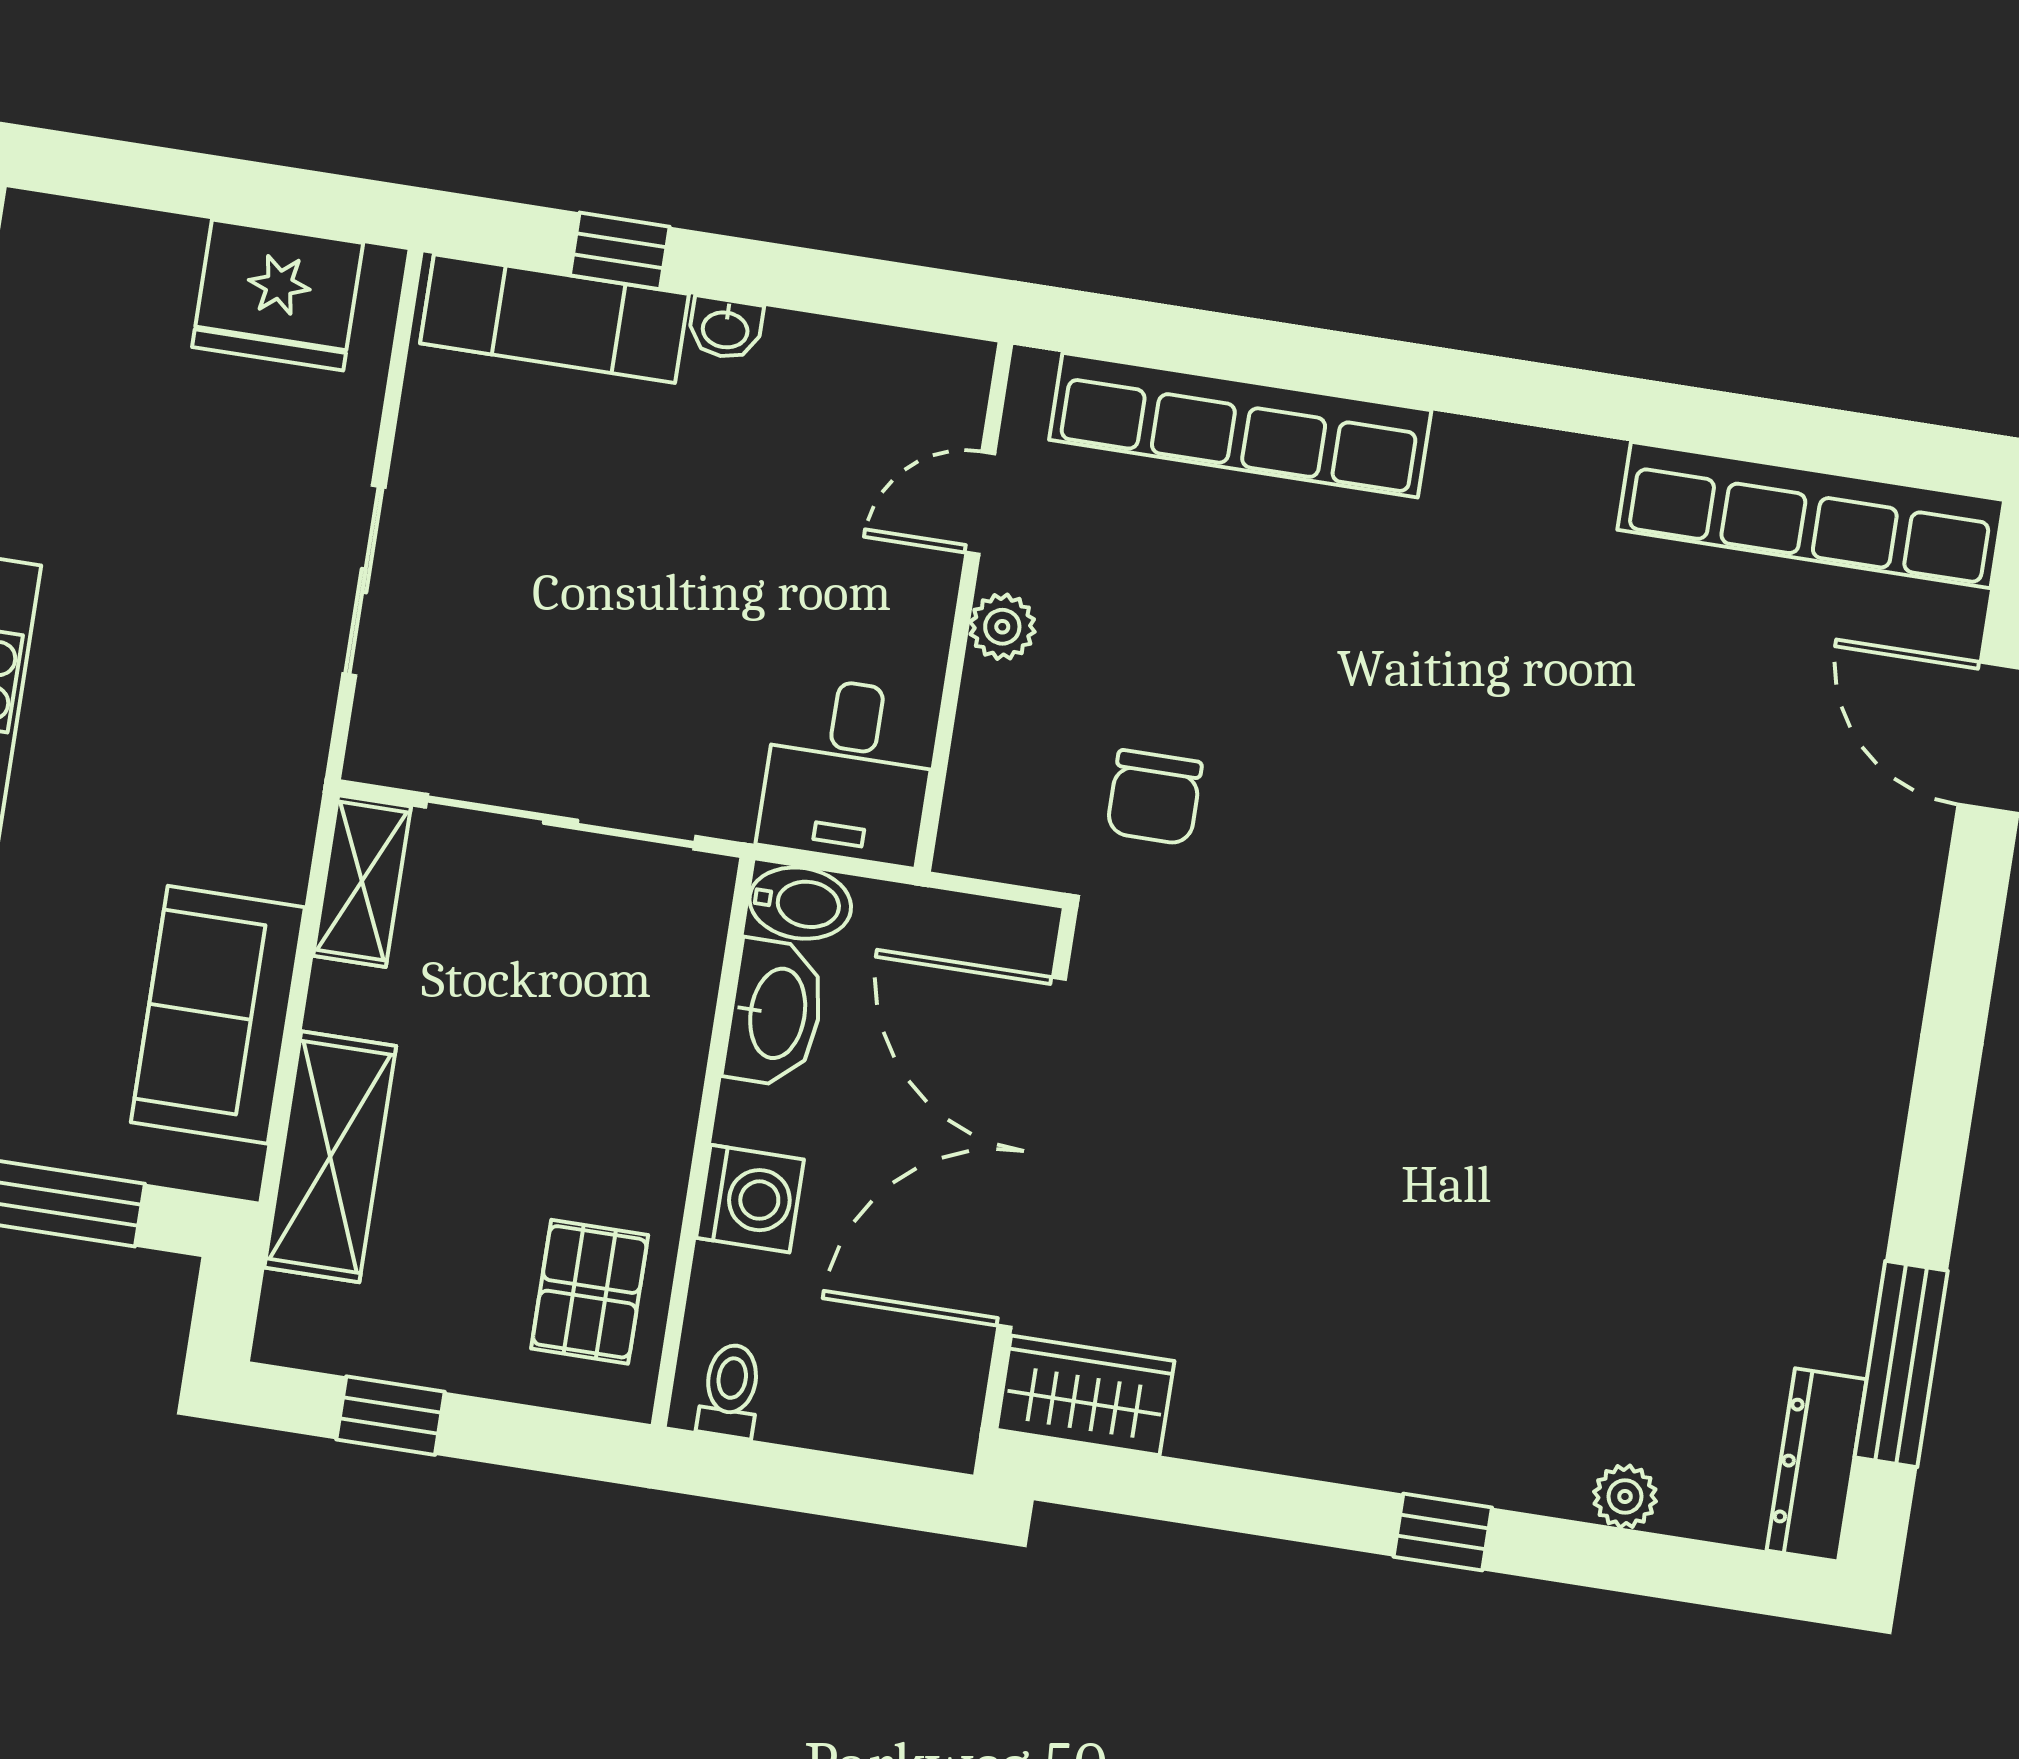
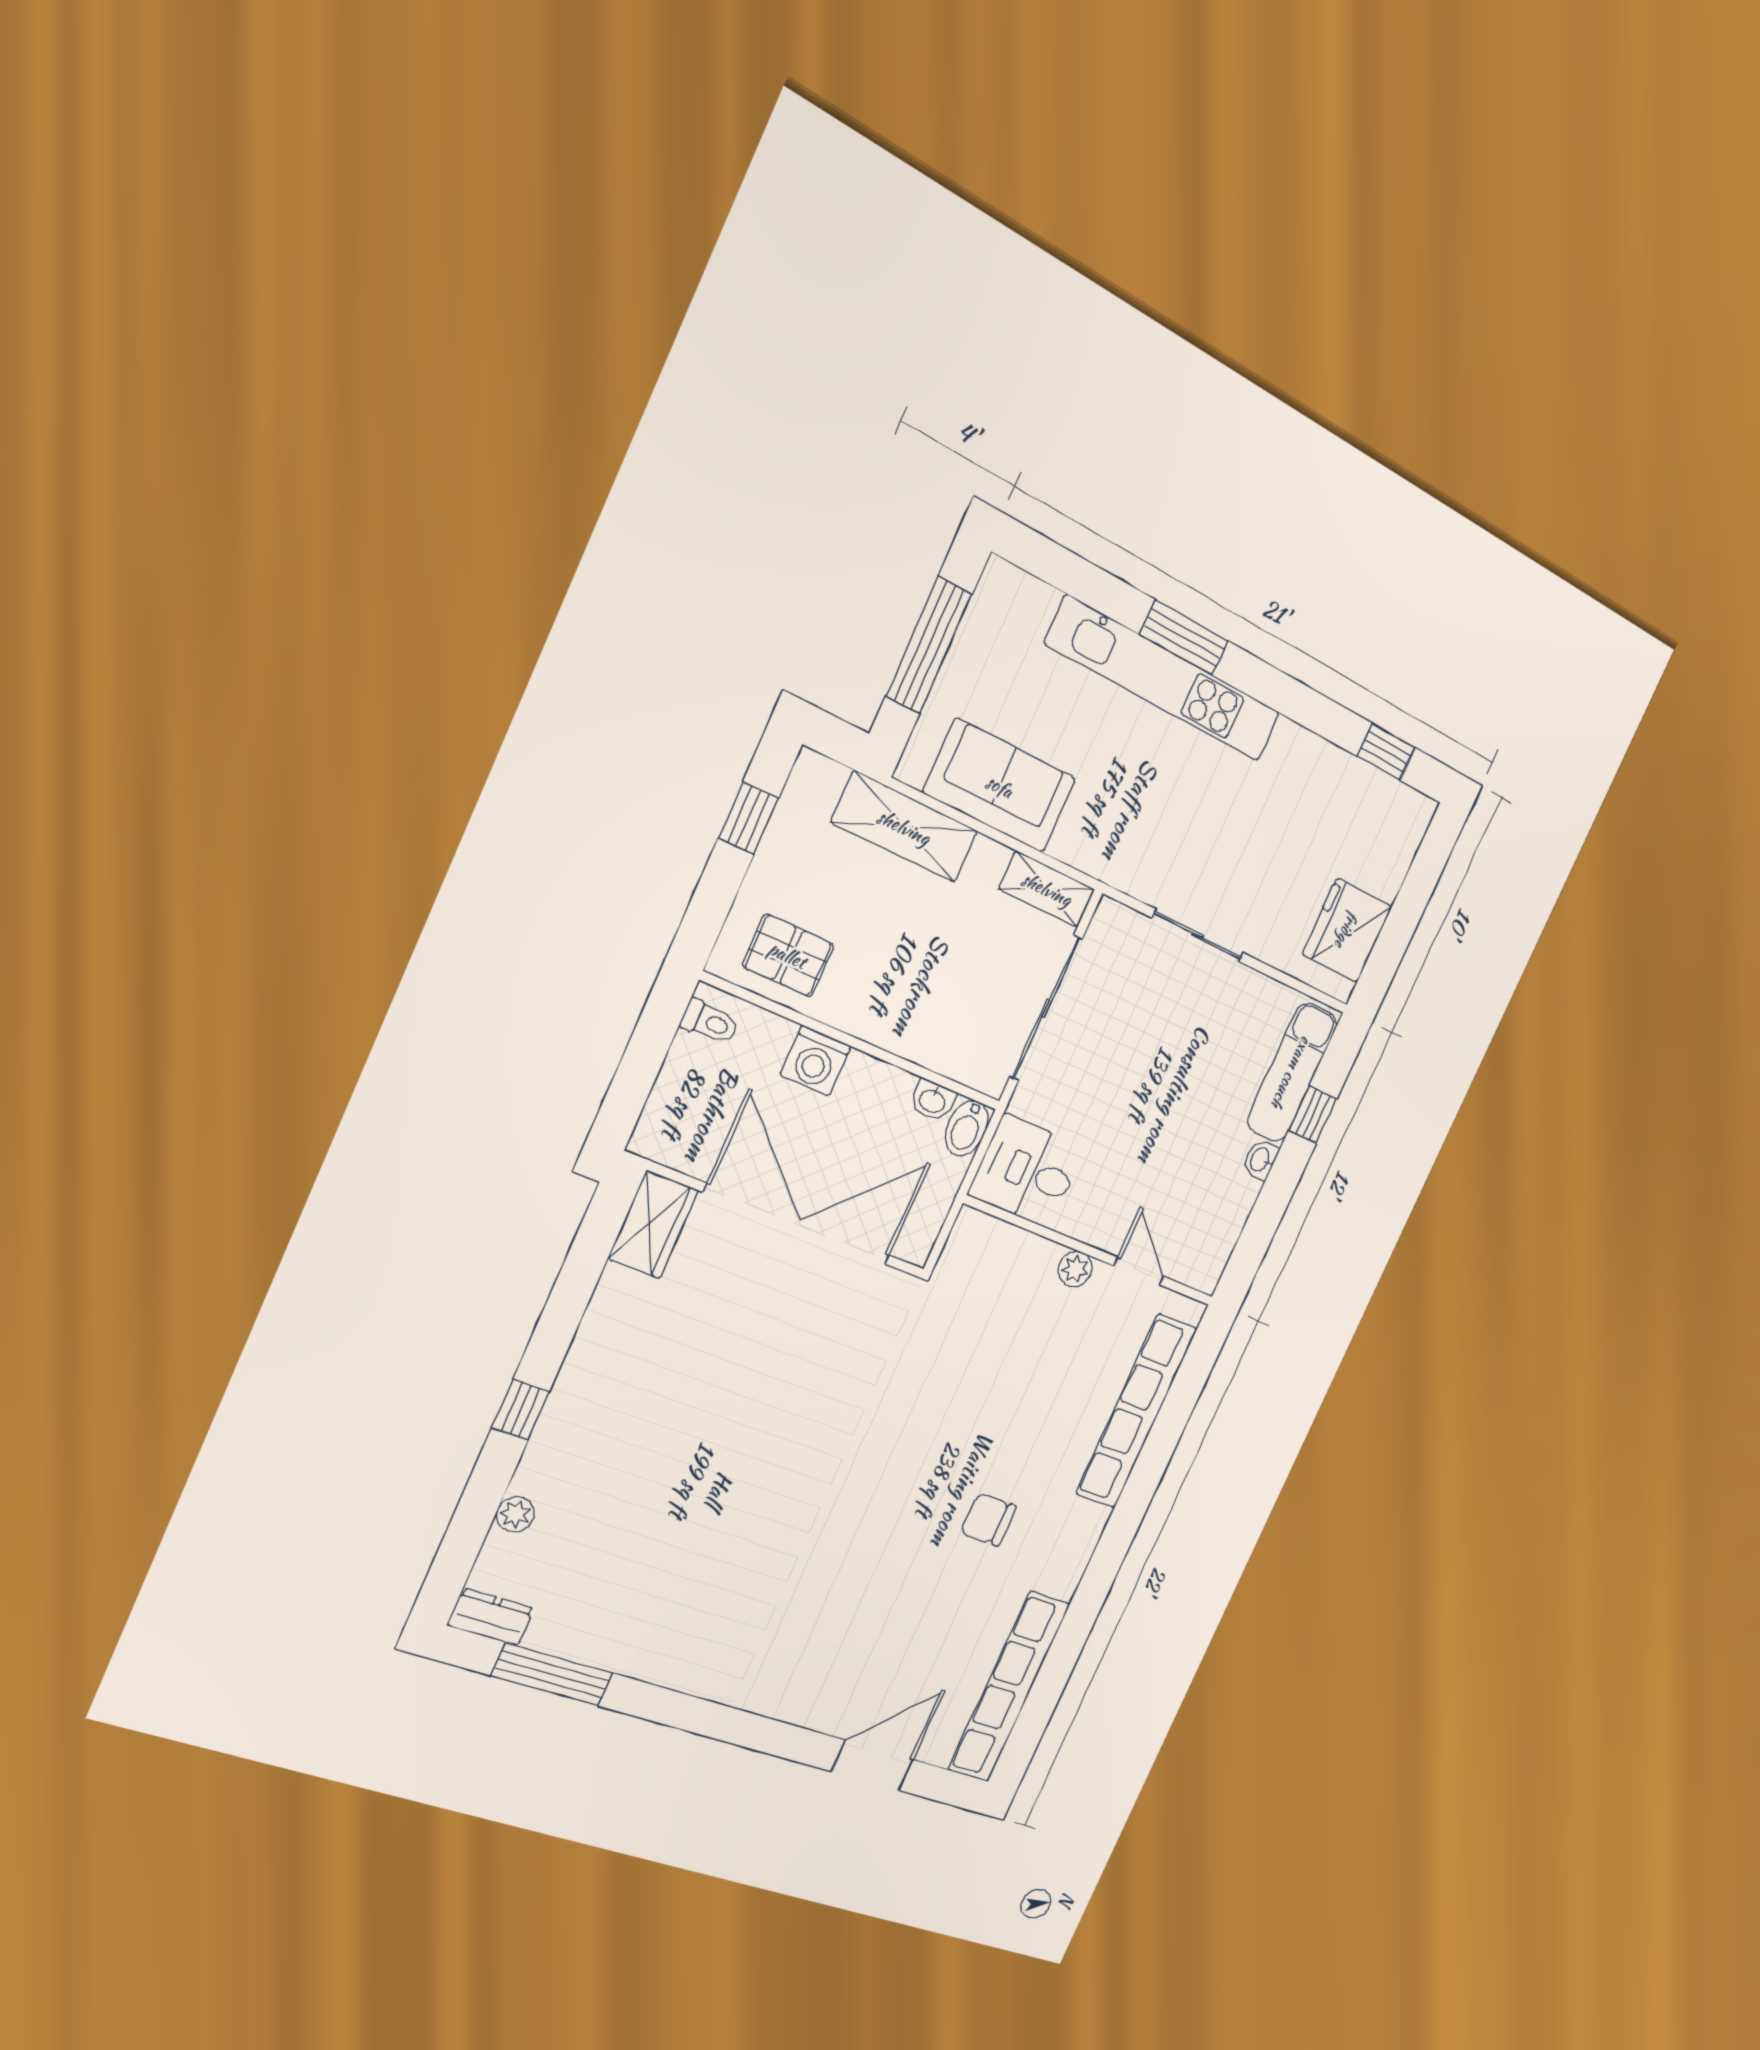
chair: (1154, 797) -> (988, 1520), moved
washbasin: (775, 1013) -> (933, 1101), width x0.52, depth x0.69
dresser: (1817, 1465) -> (491, 1617), width x0.70

